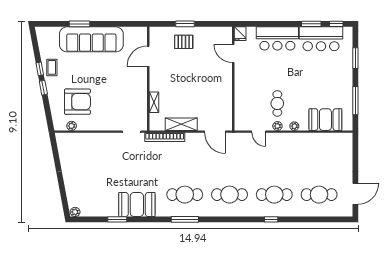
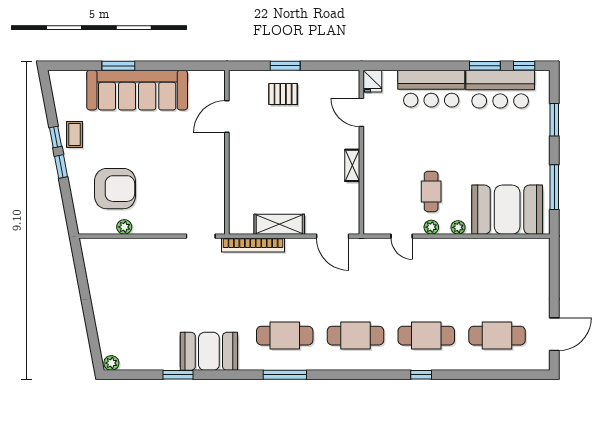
shelving: (154, 102) -> (352, 165), moved
booth: (325, 120) -> (507, 210), width x1.36, depth x1.42
plant: (72, 126) -> (124, 227), moved

